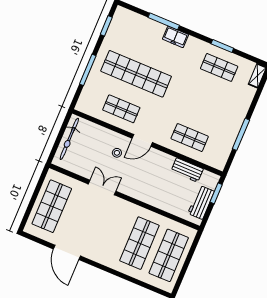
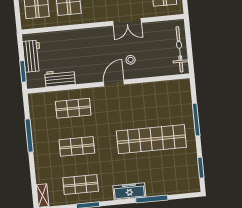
freezer: (176, 37) -> (129, 191), width x1.40
shop shelf: (121, 109) -> (77, 146), moved

